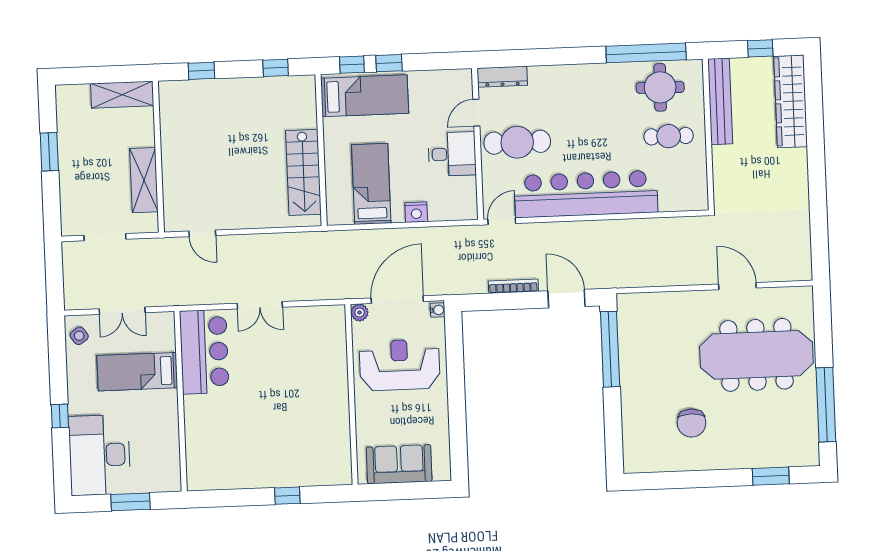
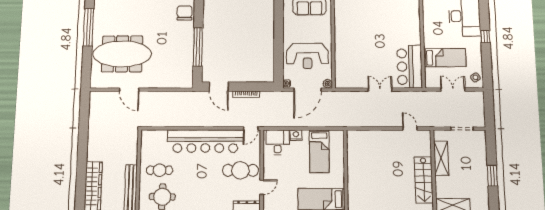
desk: (452, 154) -> (278, 142), moved, turned 90
stairs: (303, 172) -> (424, 180), moved, turned 180
window: (610, 349) -> (198, 47), moved
chair: (691, 423) -> (185, 13), moved

